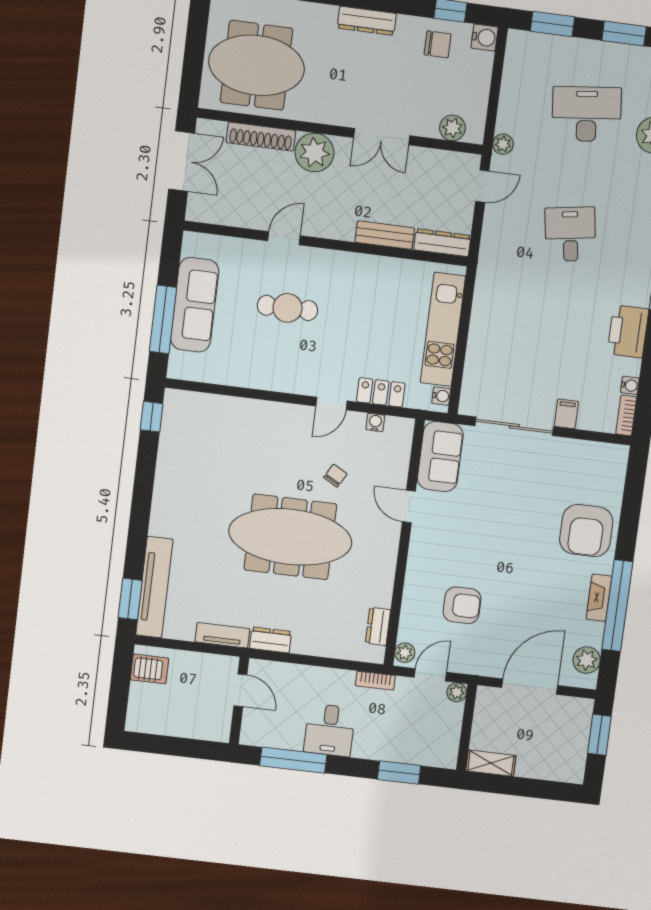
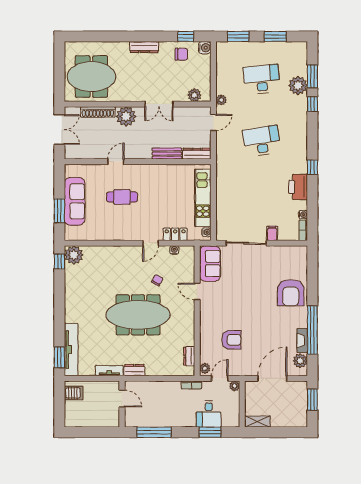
desk: (570, 234) -> (262, 141), width x1.37
window: (163, 319) -> (59, 211), width x0.69
plant: (181, 408) -> (74, 255), added
fireplace: (599, 598) -> (302, 341), moved
desk: (330, 730) -> (209, 414), moved

